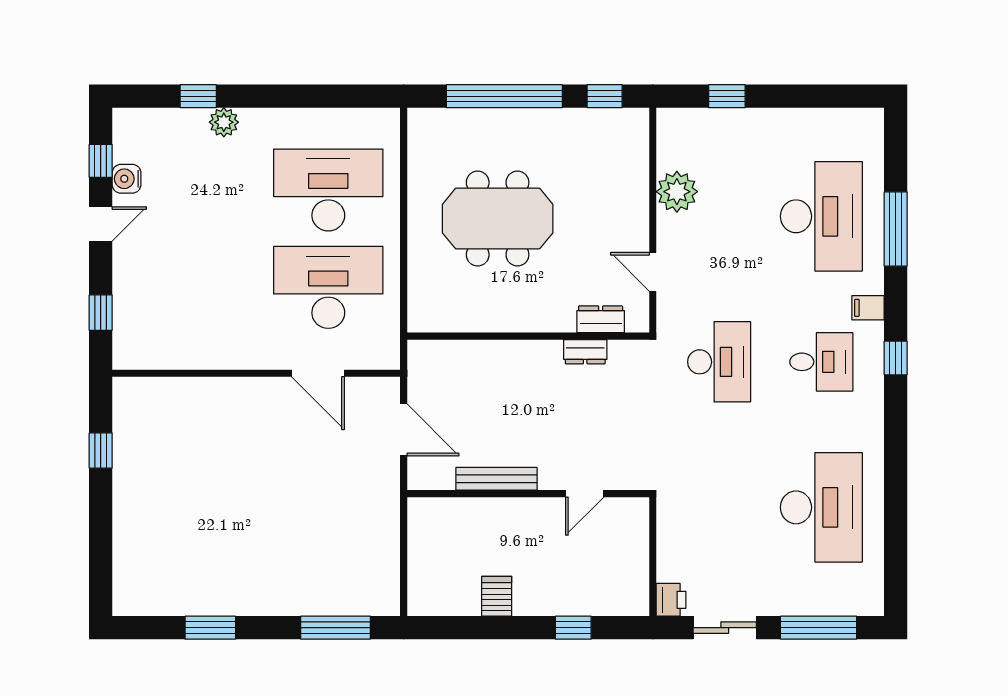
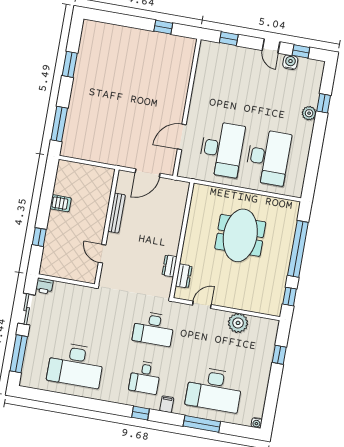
water cooler: (874, 118) -> (257, 423), added

